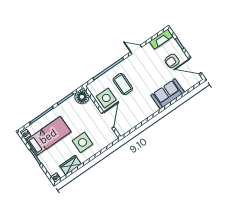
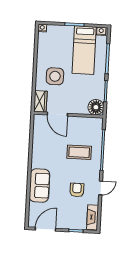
armchair: (172, 61) -> (77, 190), moved
side table: (106, 98) -> (78, 128), removed
wardrobe: (70, 165) -> (40, 101), moved

